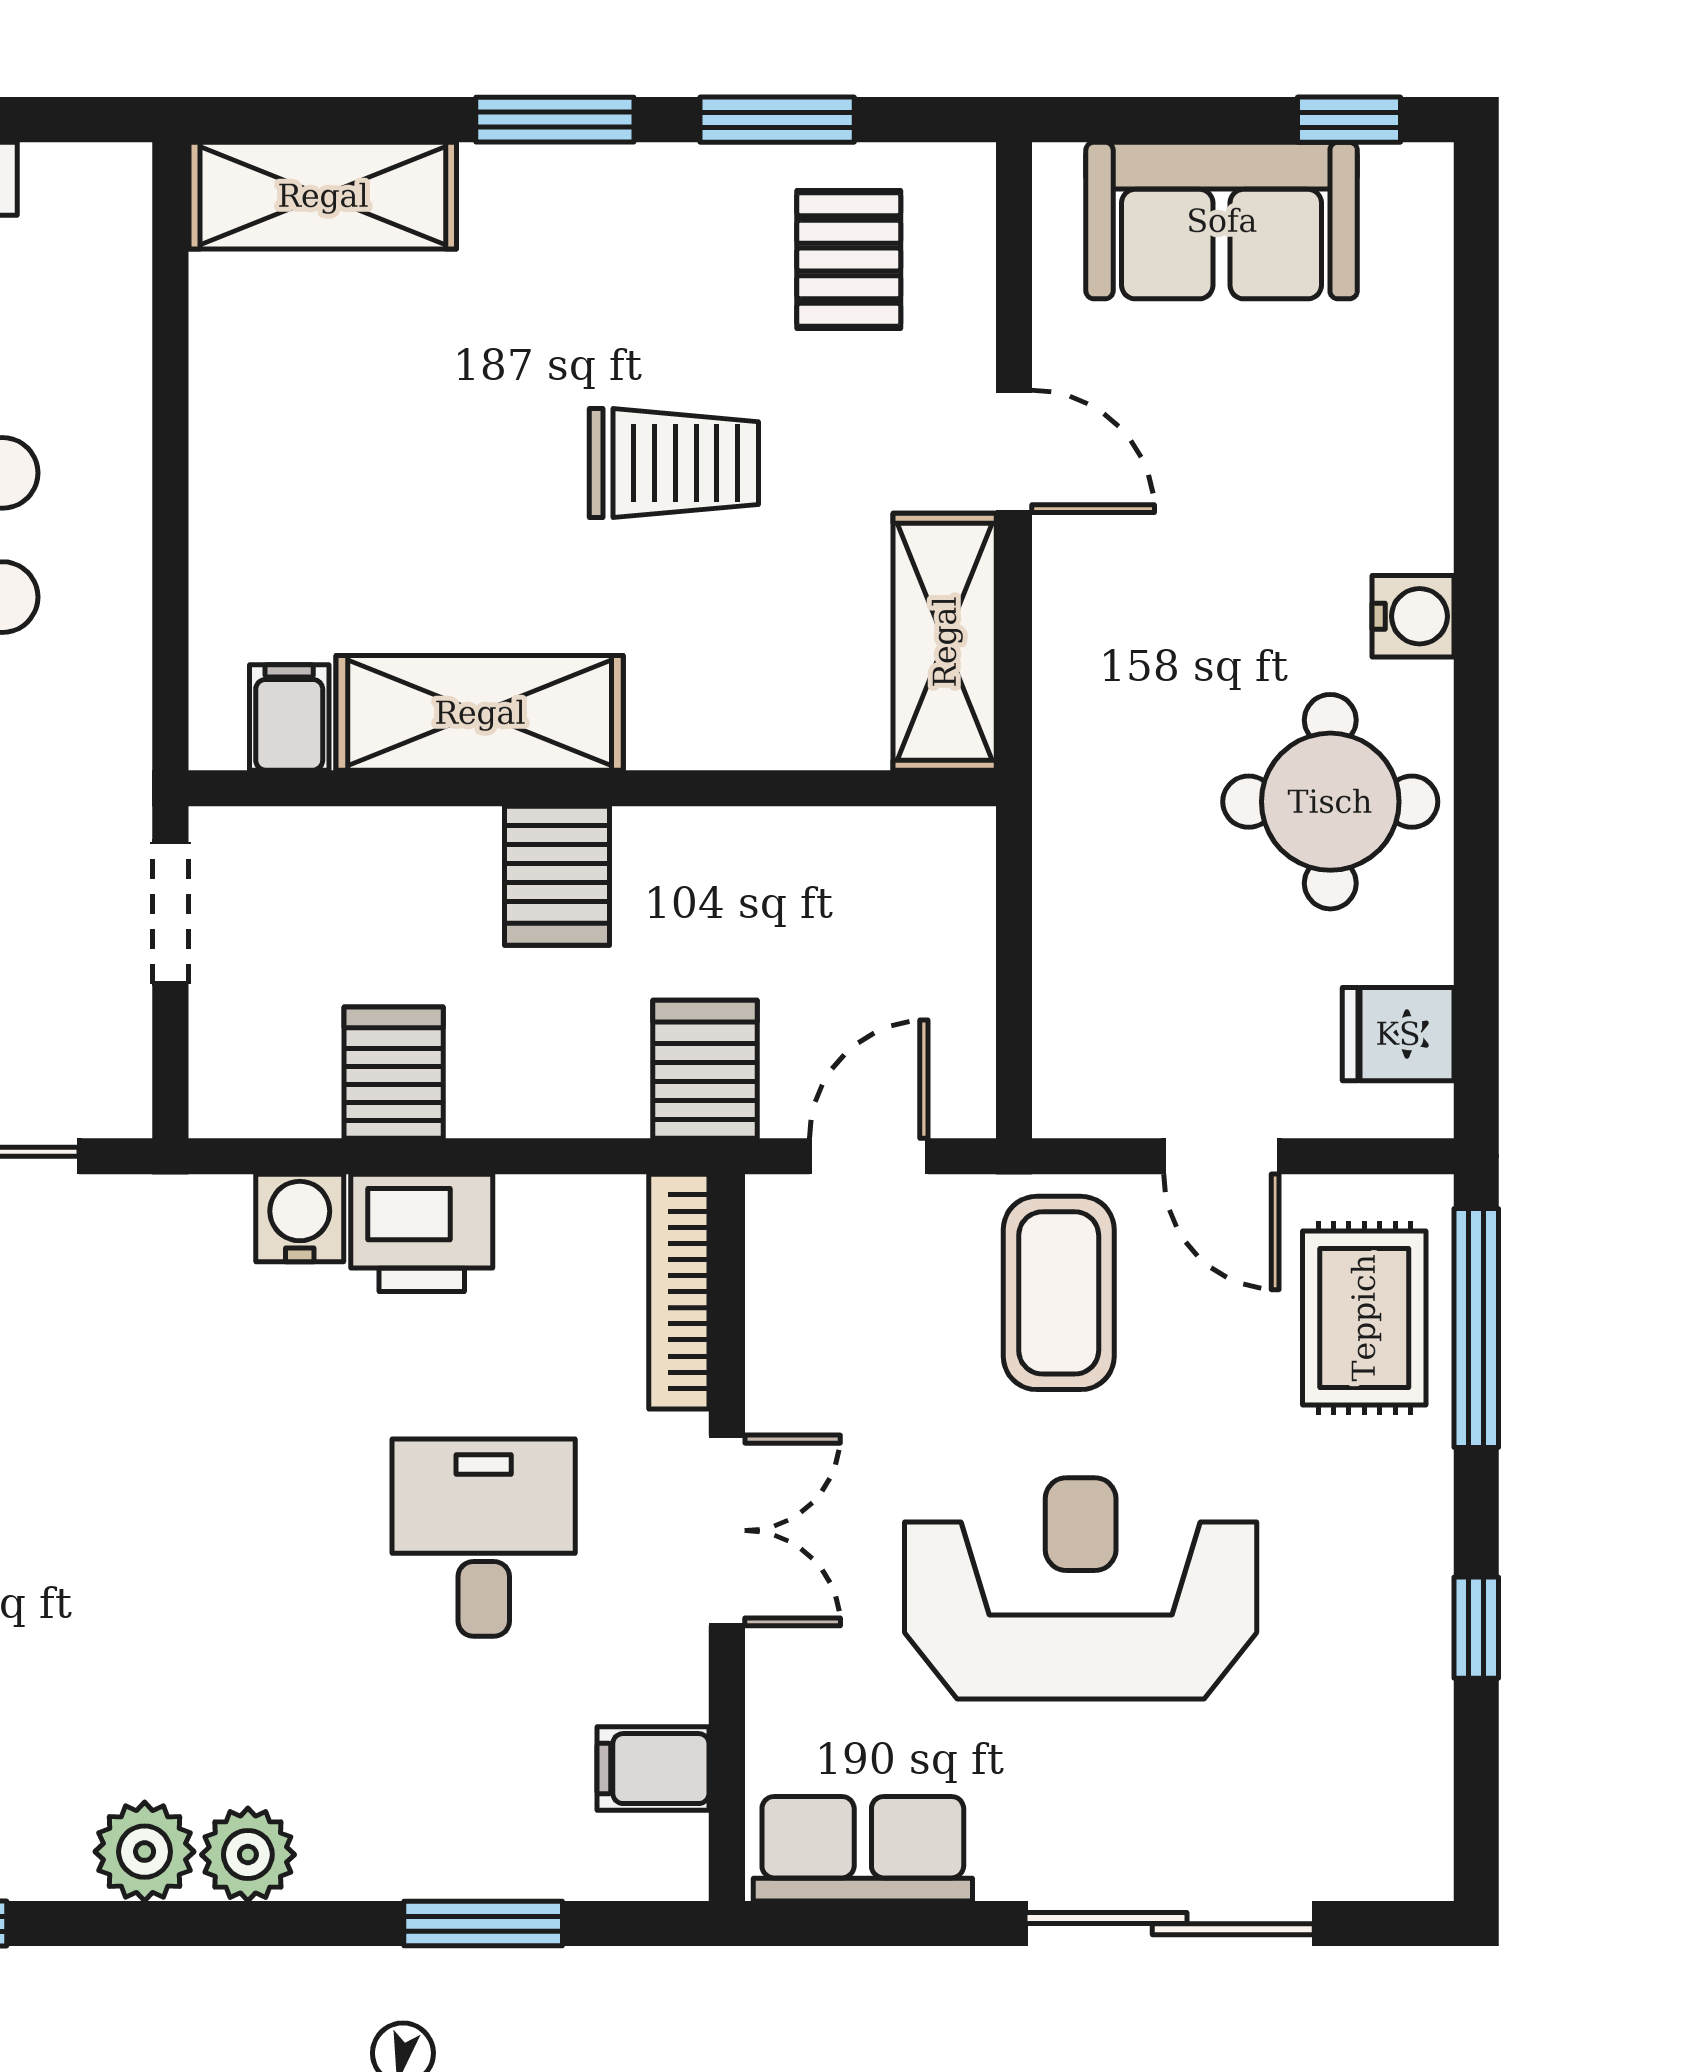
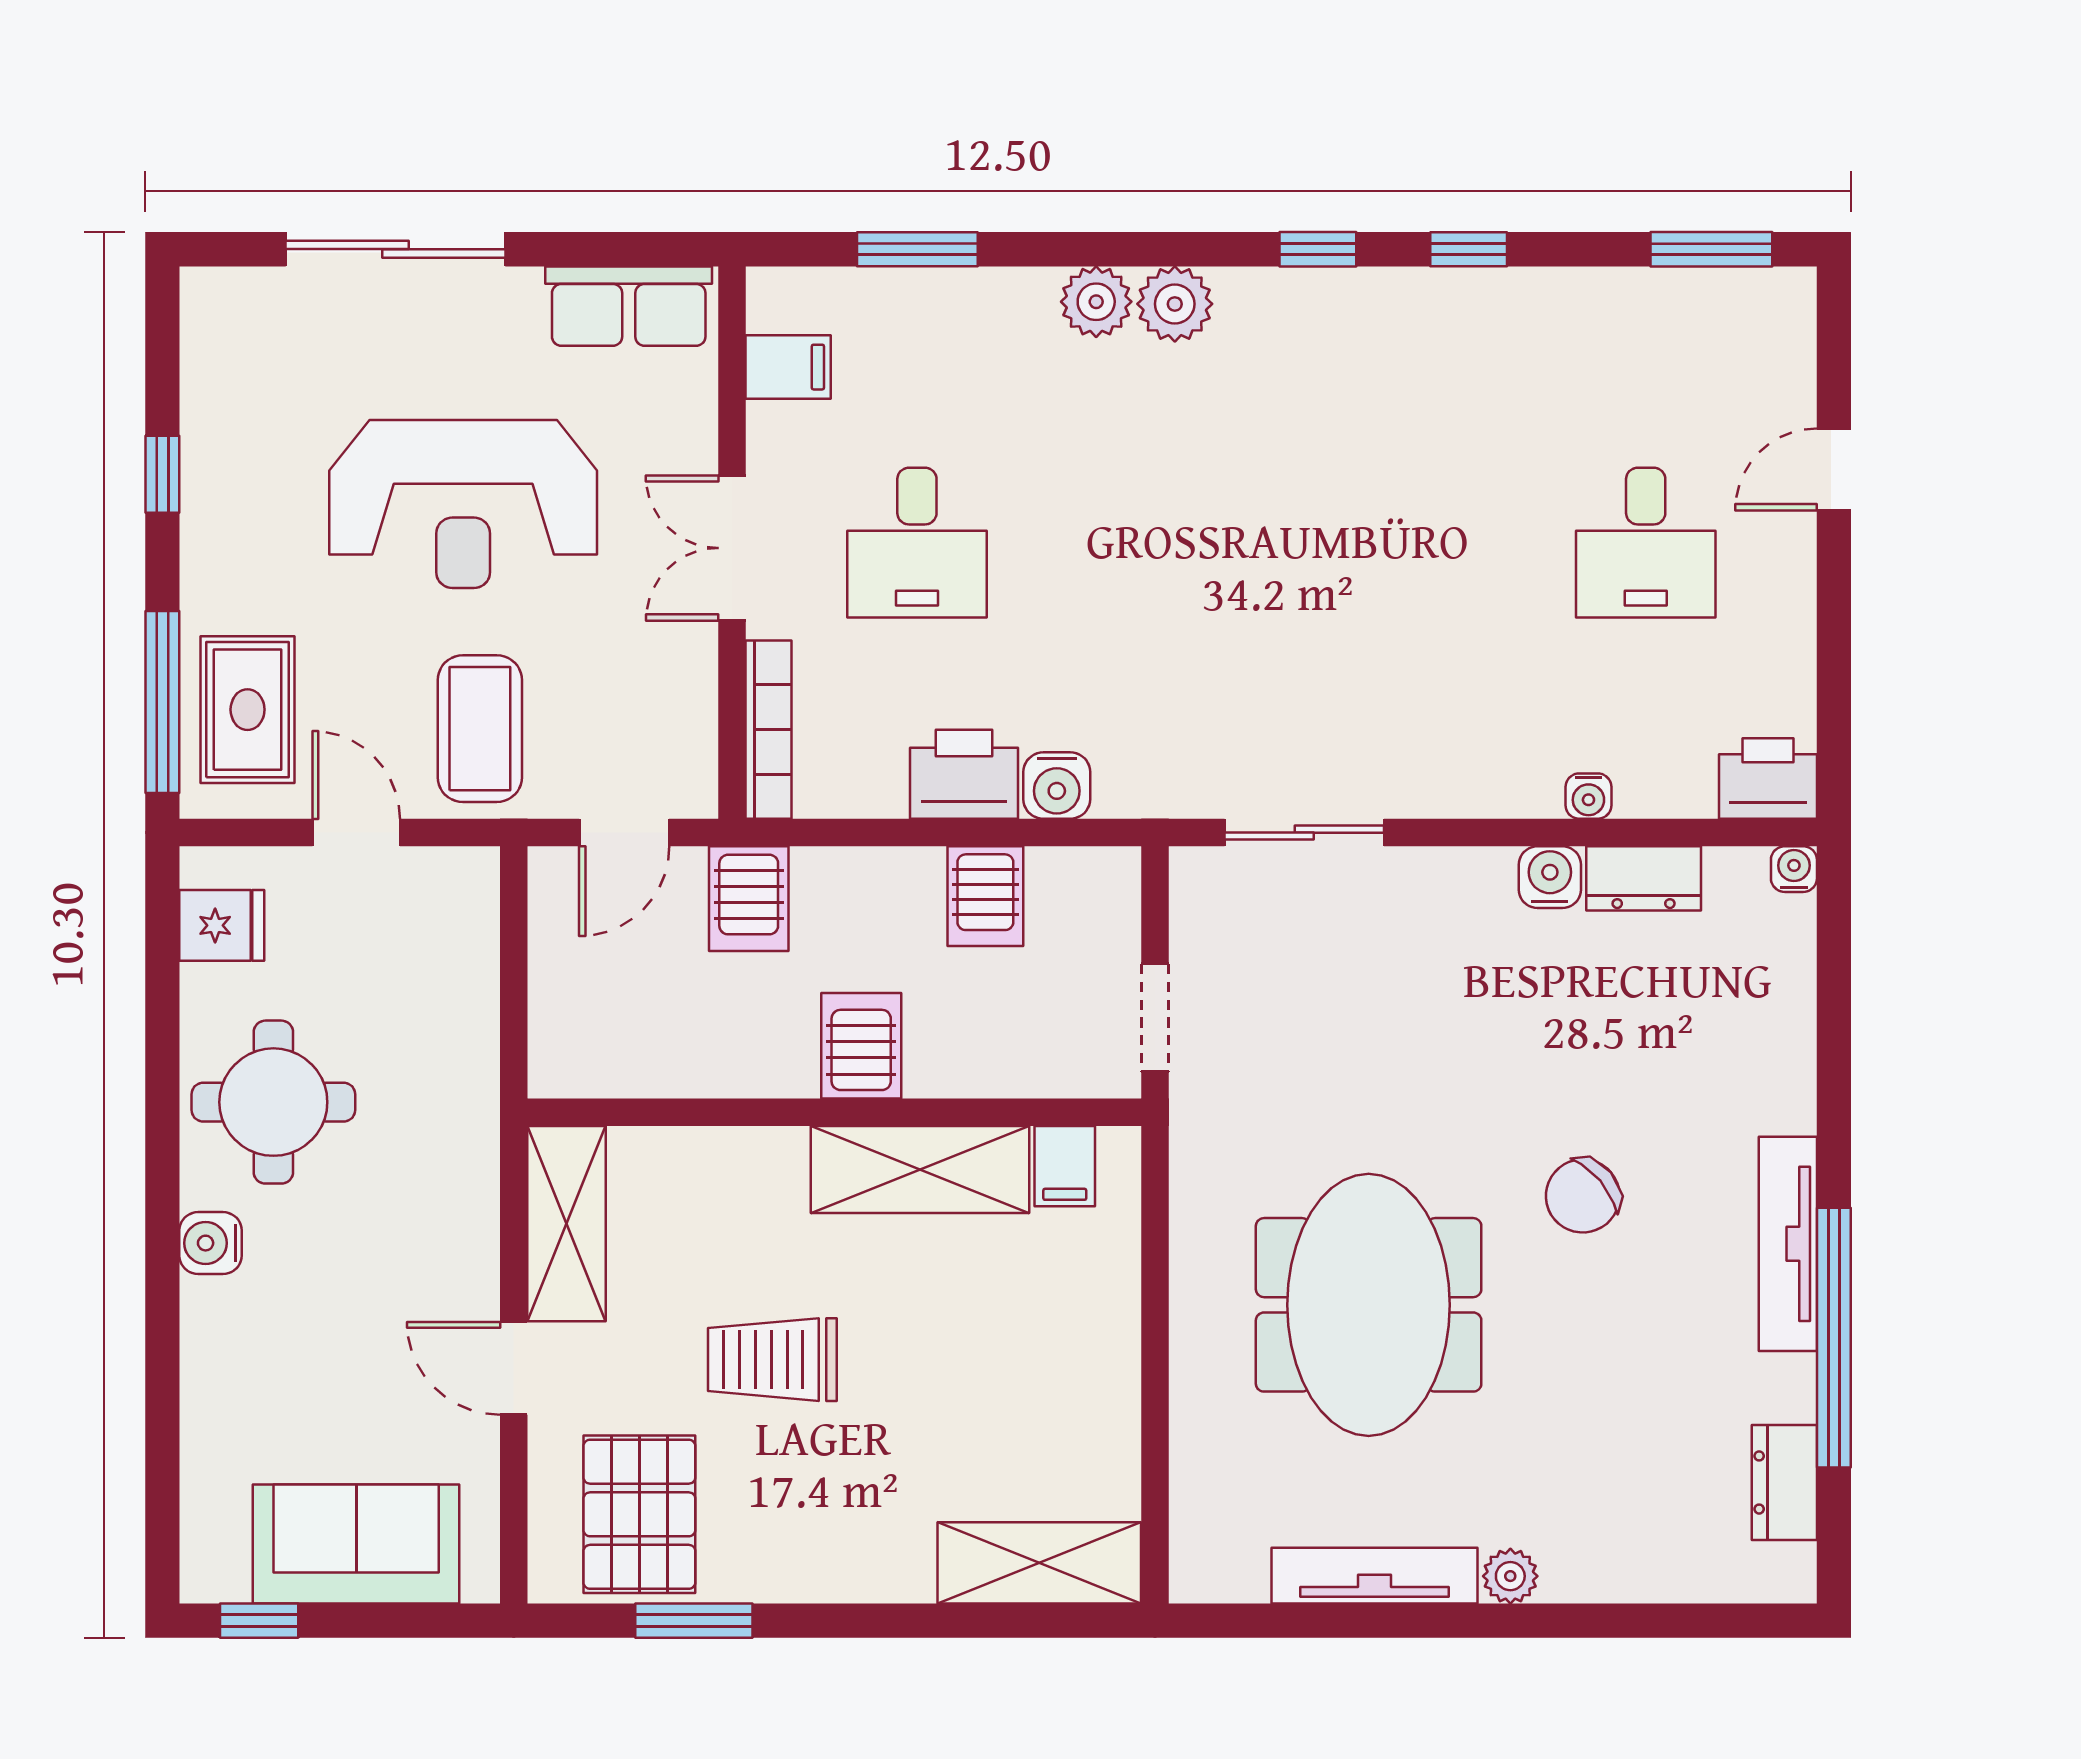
window: (555, 120) -> (863, 1621), removed
pallet: (849, 259) -> (639, 1514), width x1.50, depth x1.42

